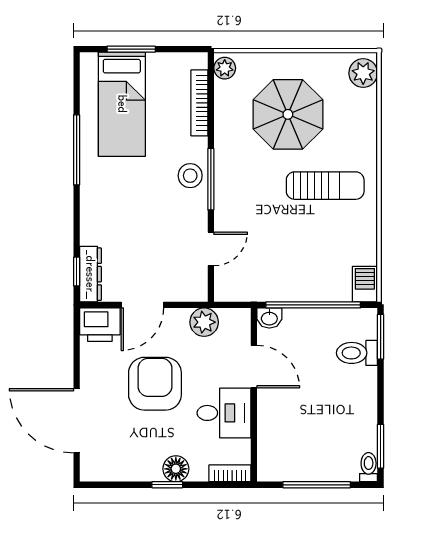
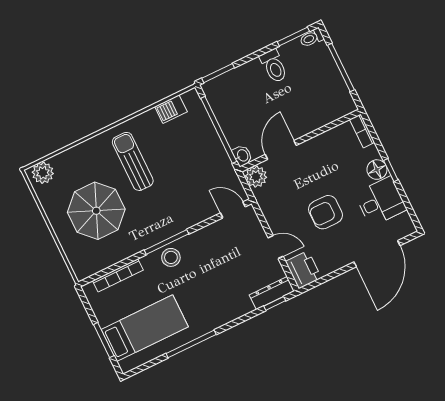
plant: (225, 68) -> (86, 270), removed
door: (211, 249) -> (233, 210), moved
barbecue: (365, 284) -> (171, 109), moved
door: (142, 305) -> (276, 247), width x0.73
plant: (204, 322) -> (256, 177), moved
toilet: (357, 353) -> (274, 66), moved
armchair: (155, 384) -> (325, 212), width x0.73, depth x0.73
desk: (224, 413) -> (381, 202), moved, turned 90

